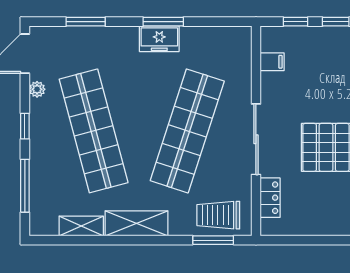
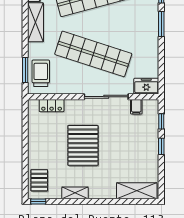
window: (163, 22) -> (161, 24), moved
freezer: (159, 39) -> (146, 86), moved, turned 90
sliding door: (256, 139) -> (106, 97), moved

